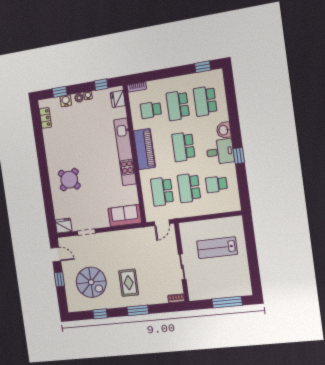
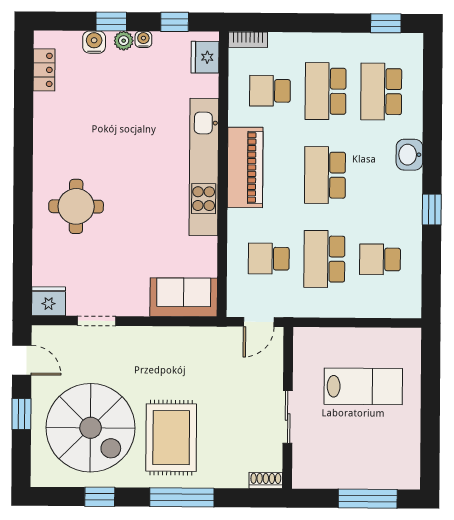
window: (60, 92) -> (111, 21), moved
desk: (220, 152) -> (396, 196), removed
round table: (69, 180) -> (76, 206), turned 45
school desk: (162, 191) -> (269, 259), width x0.54
lab bench: (217, 248) -> (363, 386), turned 180
spiral stairs: (91, 282) -> (91, 428), width x1.37, depth x1.37
rug: (129, 283) -> (171, 438), width x1.36, depth x1.43
window: (138, 310) -> (182, 497), width x1.44

